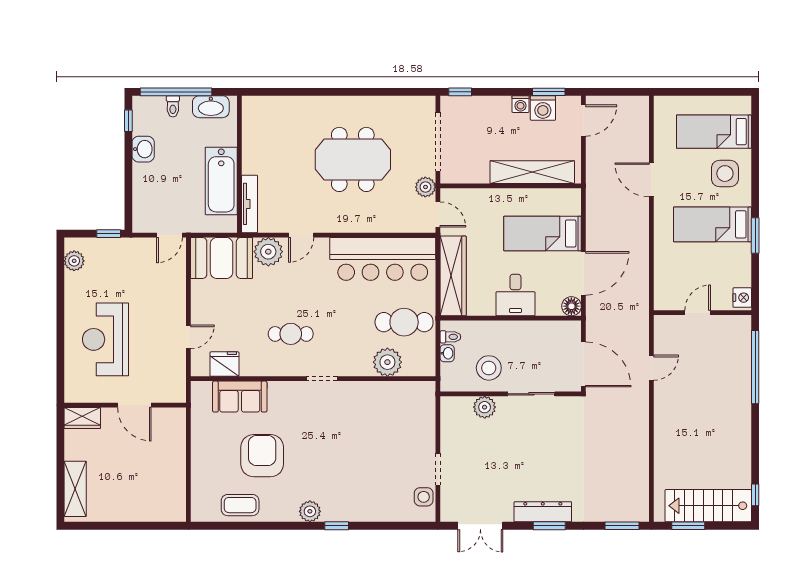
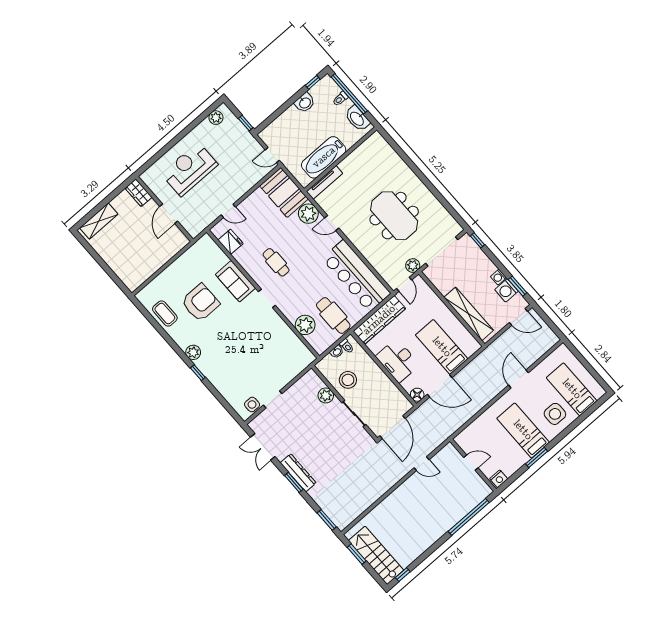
desk: (515, 295) -> (398, 361), width x1.37
sofa: (240, 397) -> (235, 281), moved

